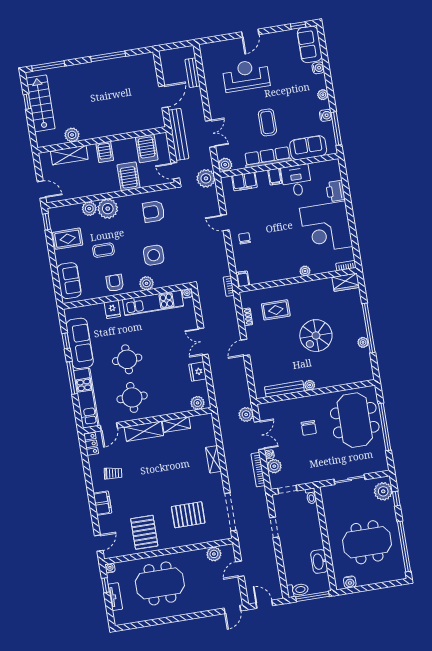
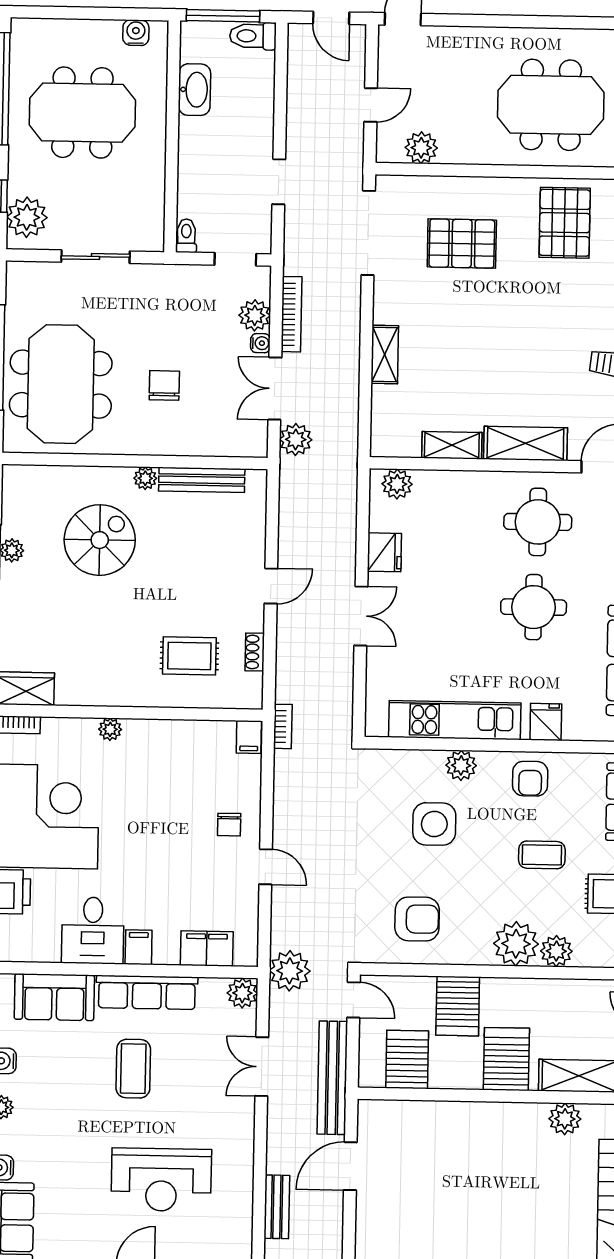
server rack: (105, 152) -> (506, 1059), width x1.36, depth x1.44
water cooler: (187, 293) -> (376, 727), removed
spiral stairs: (316, 336) -> (100, 540), moved

